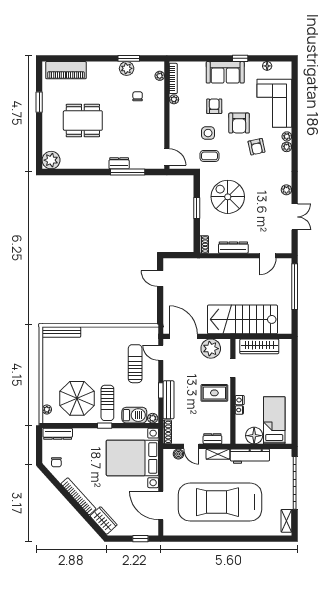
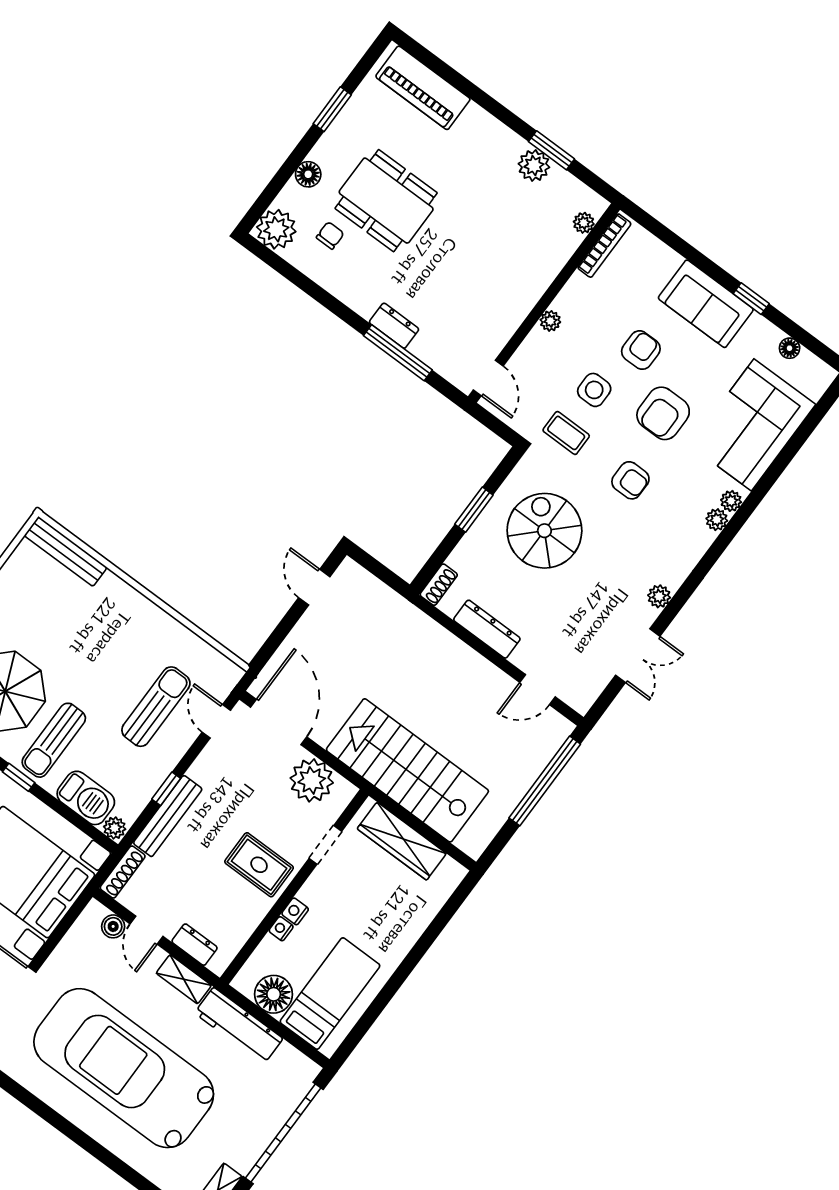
chair: (138, 96) -> (330, 235), moved
plant: (174, 99) -> (550, 321), moved
floor lamp: (48, 132) -> (308, 174), added
armchair: (257, 147) -> (630, 480), moved, turned -78

